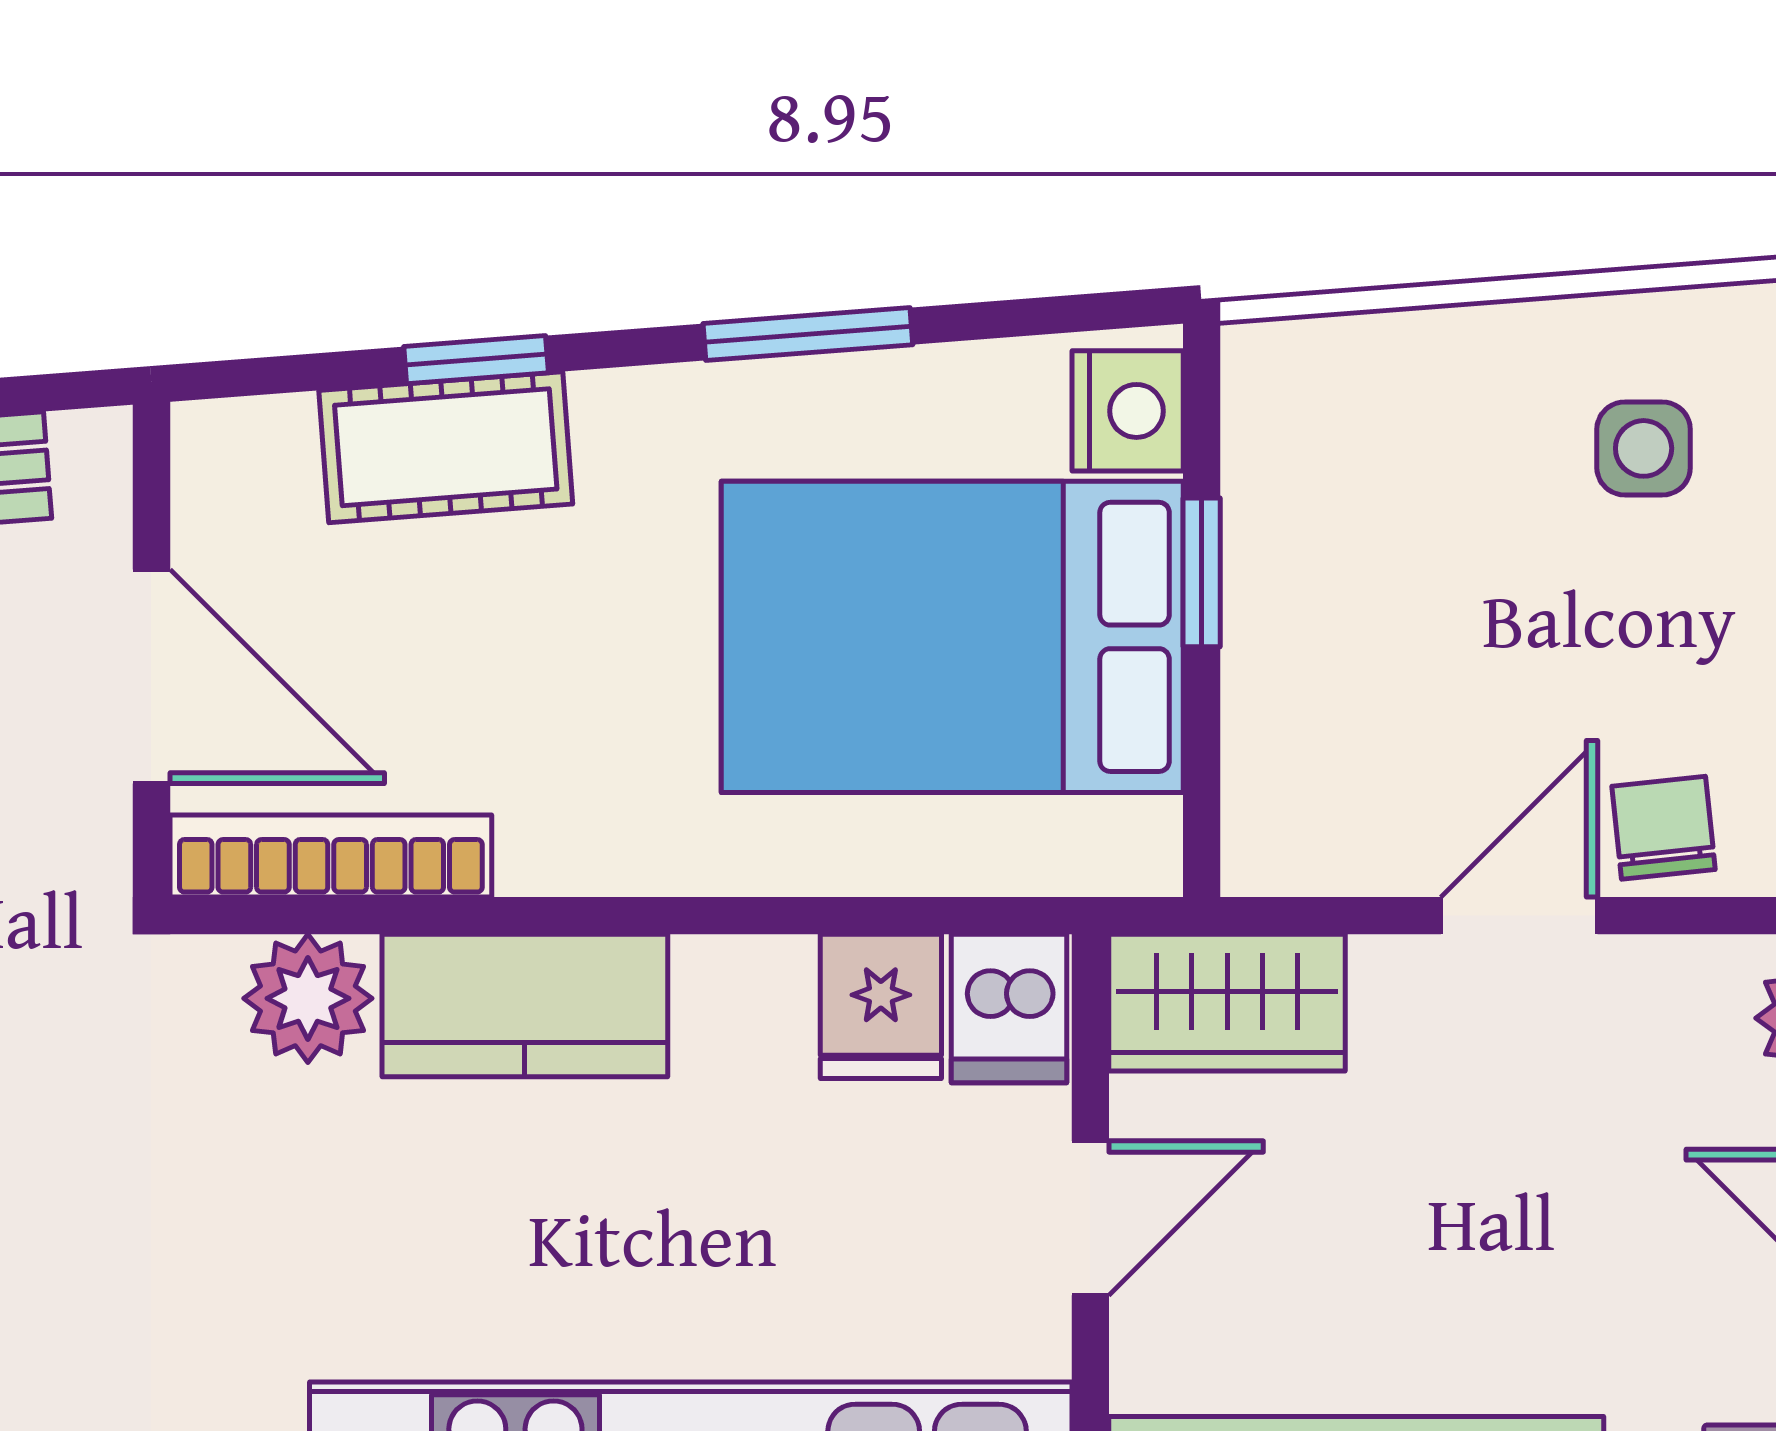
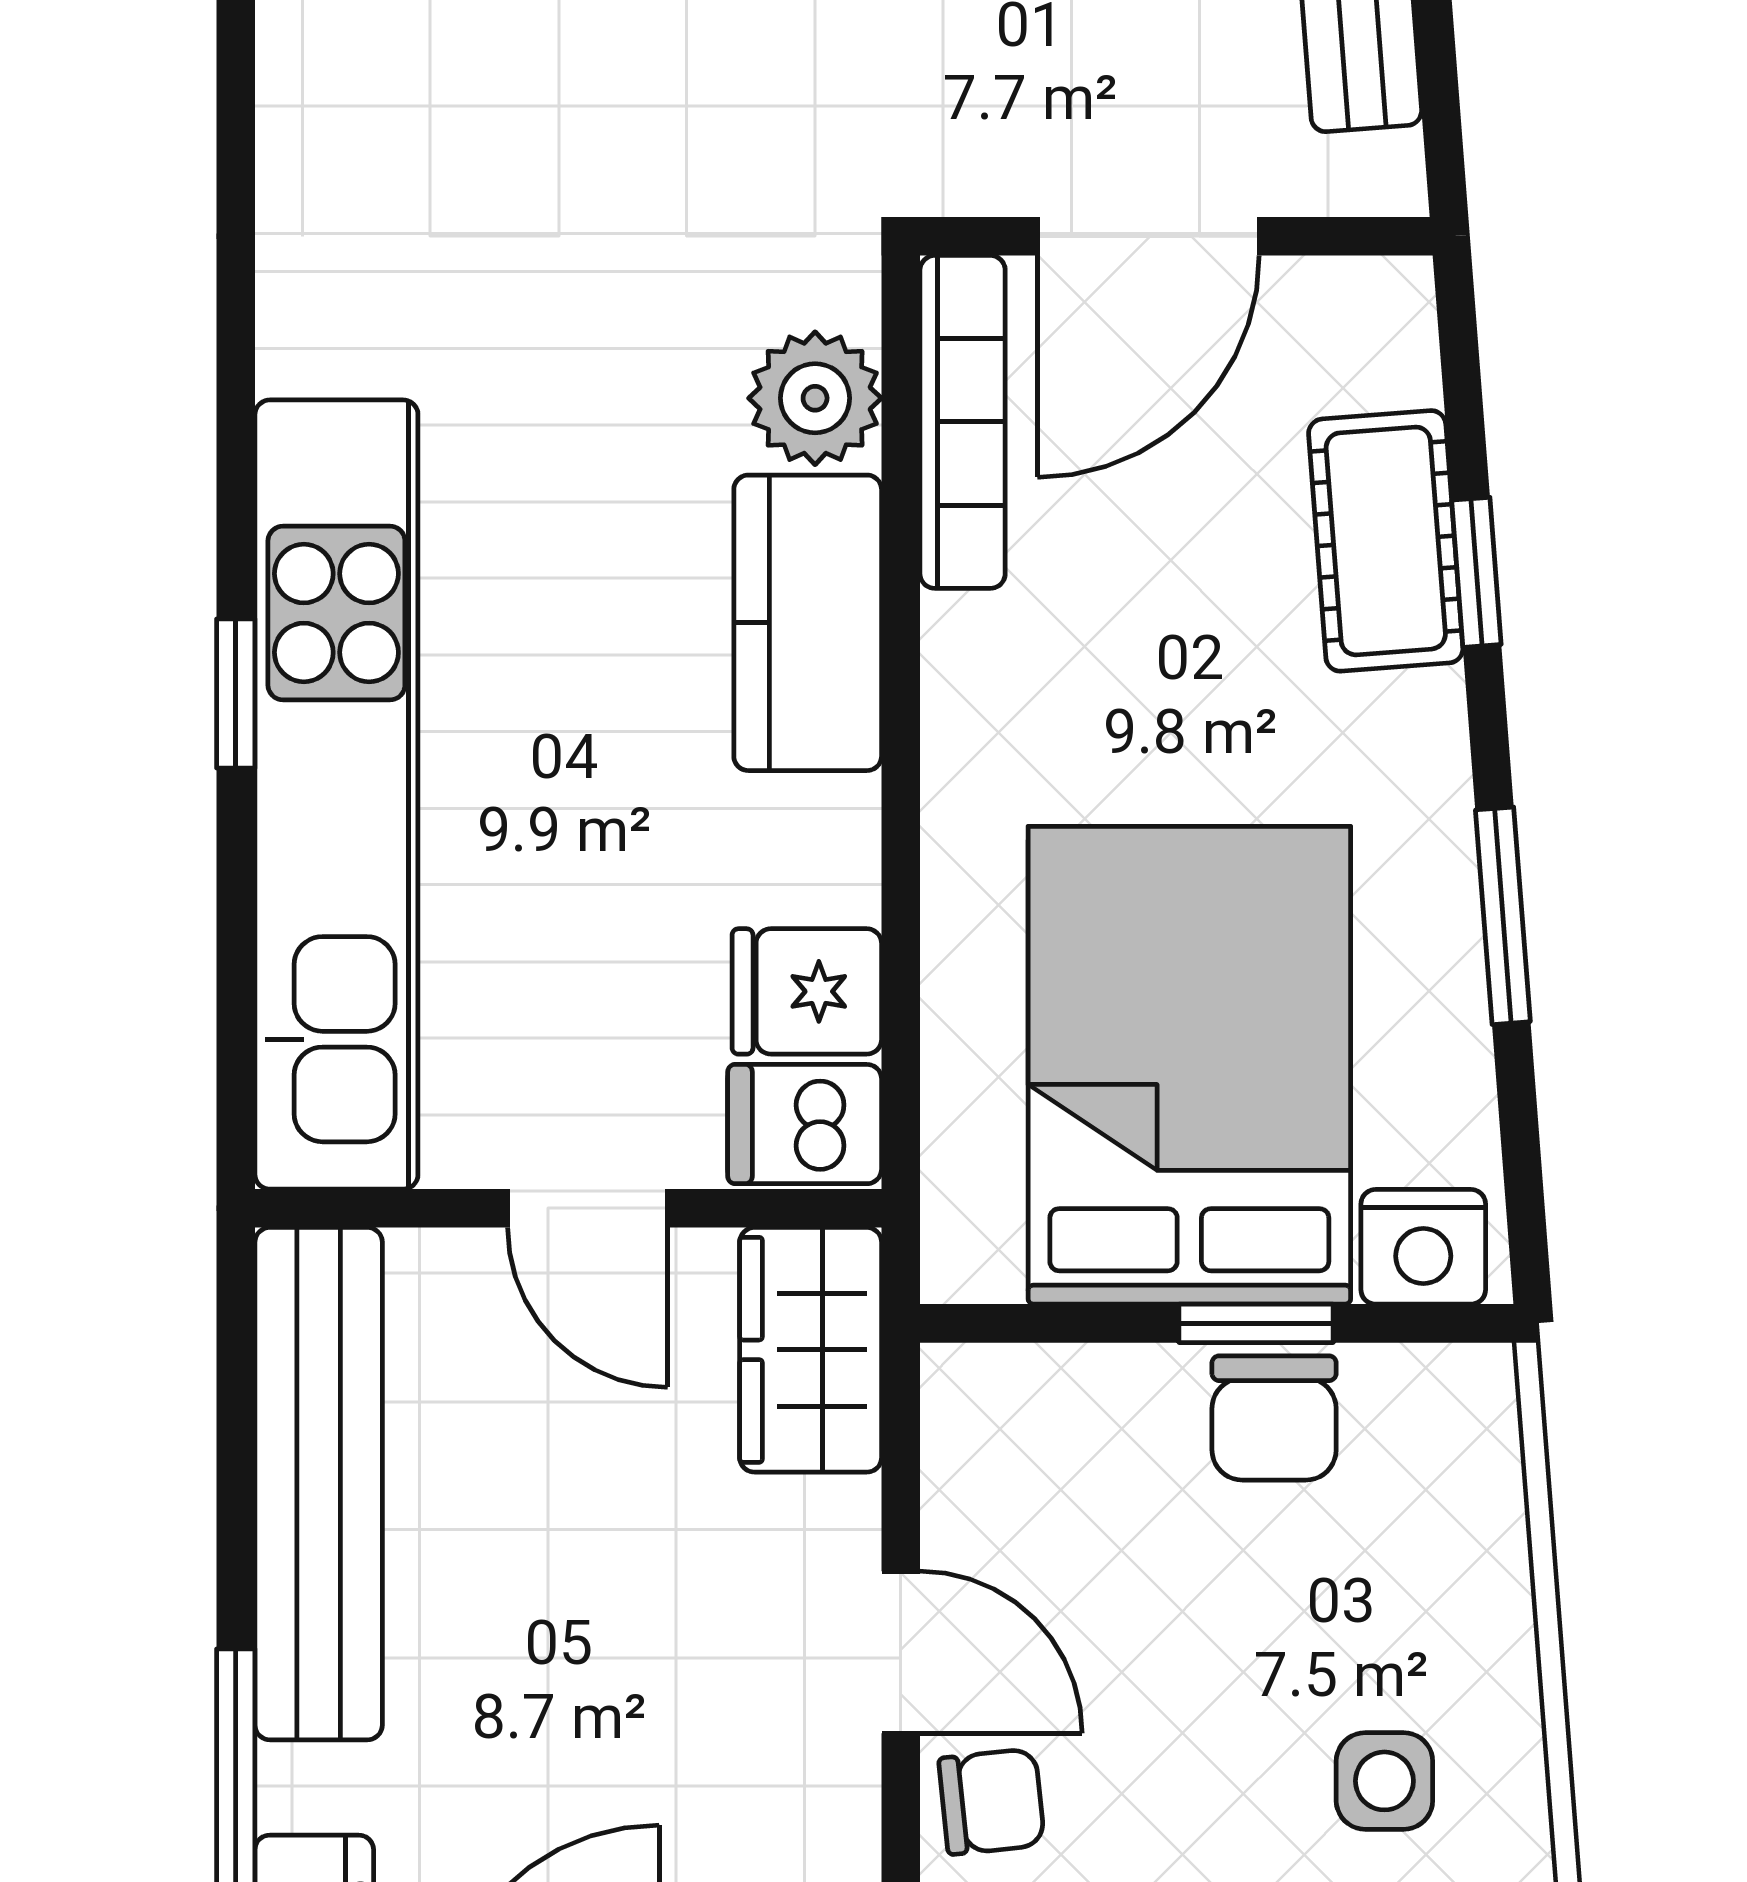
chair: (1293, 555) -> (1274, 1418), added

